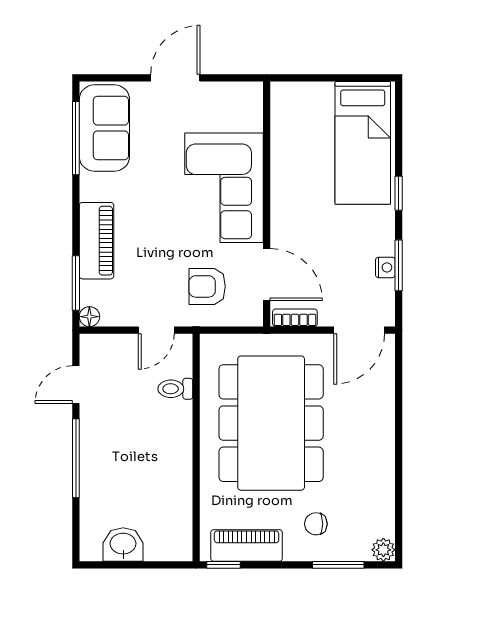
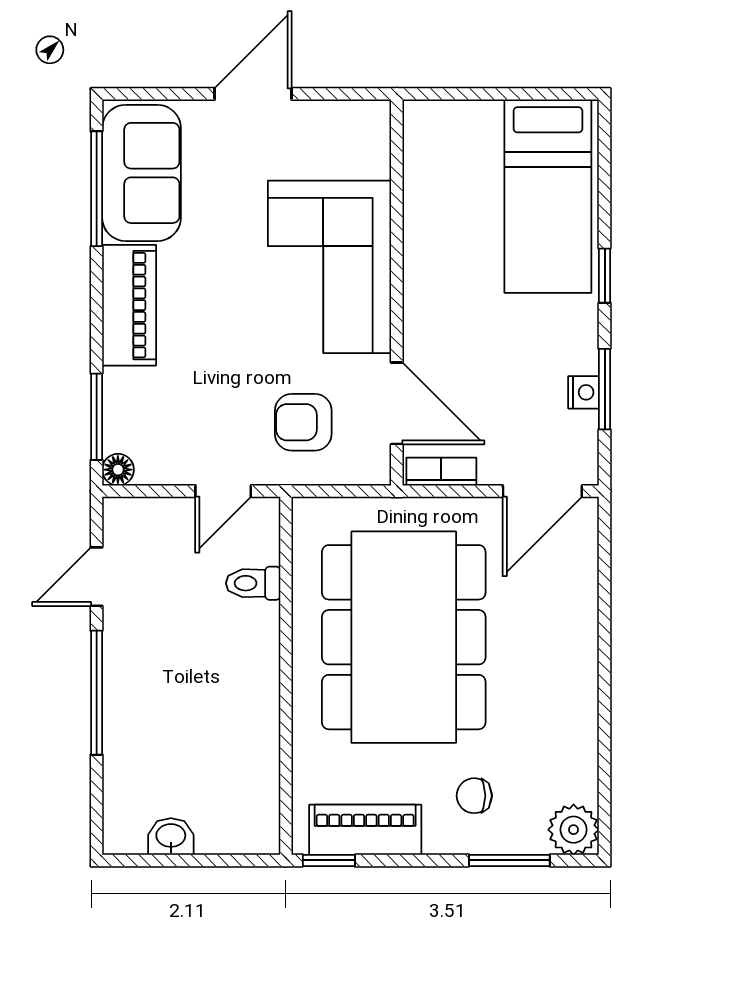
piano: (97, 241) -> (129, 305), moved
washbasin: (123, 545) -> (171, 837), width x0.72, depth x0.69
plant: (383, 550) -> (574, 830), width x1.38, depth x1.38

